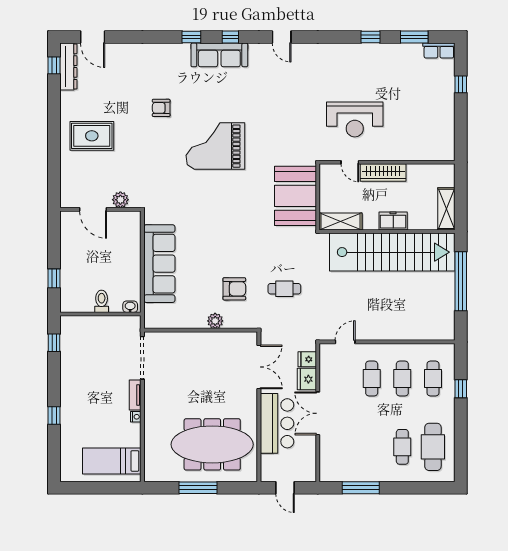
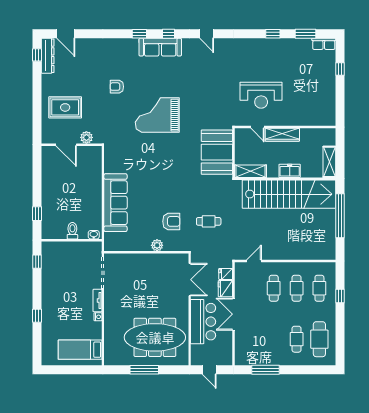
plant: (120, 200) -> (86, 137), moved
door: (93, 209) -> (66, 145), moved
wall: (100, 209) -> (72, 145), moved

